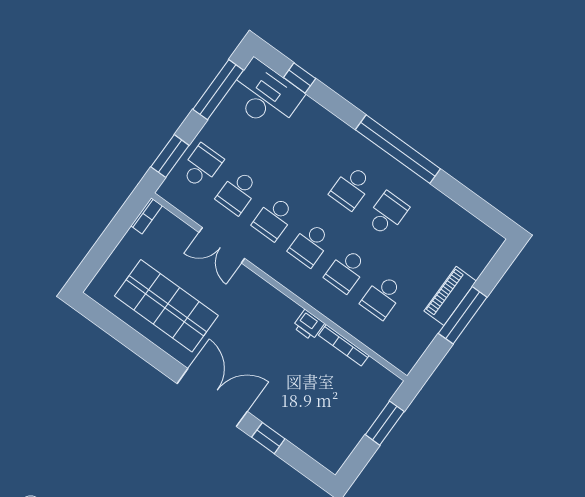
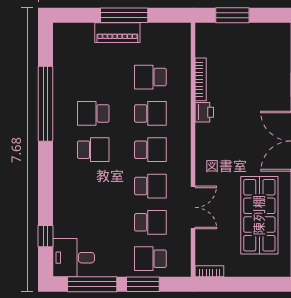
desk: (265, 96) -> (74, 258), width x0.73
window: (398, 149) -> (45, 104), moved
window: (170, 156) -> (143, 284), moved
school desk: (382, 297) -> (150, 77), turned 180

